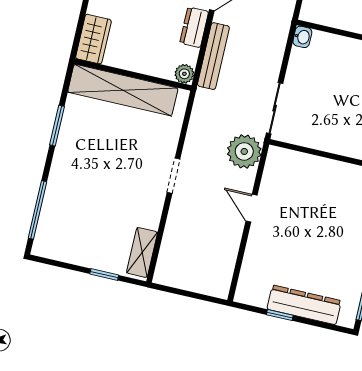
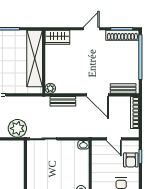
dresser: (194, 27) -> (75, 88), removed
bench: (213, 56) -> (63, 101), width x0.73

